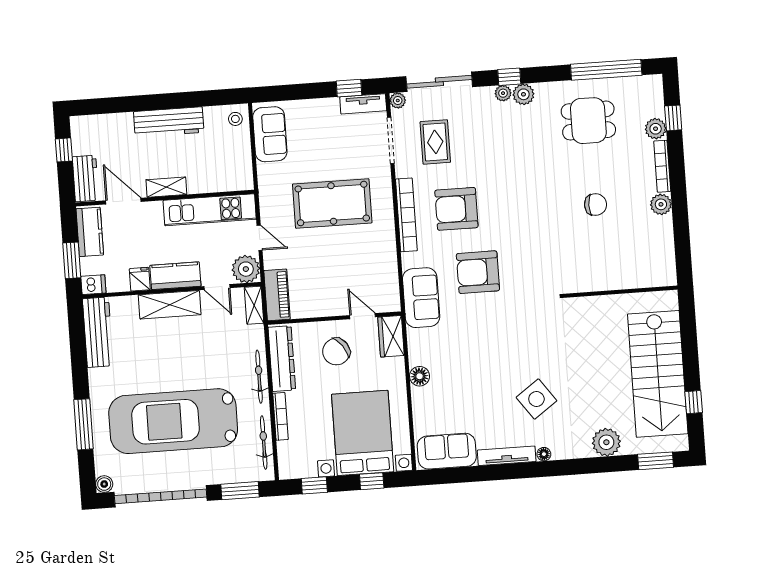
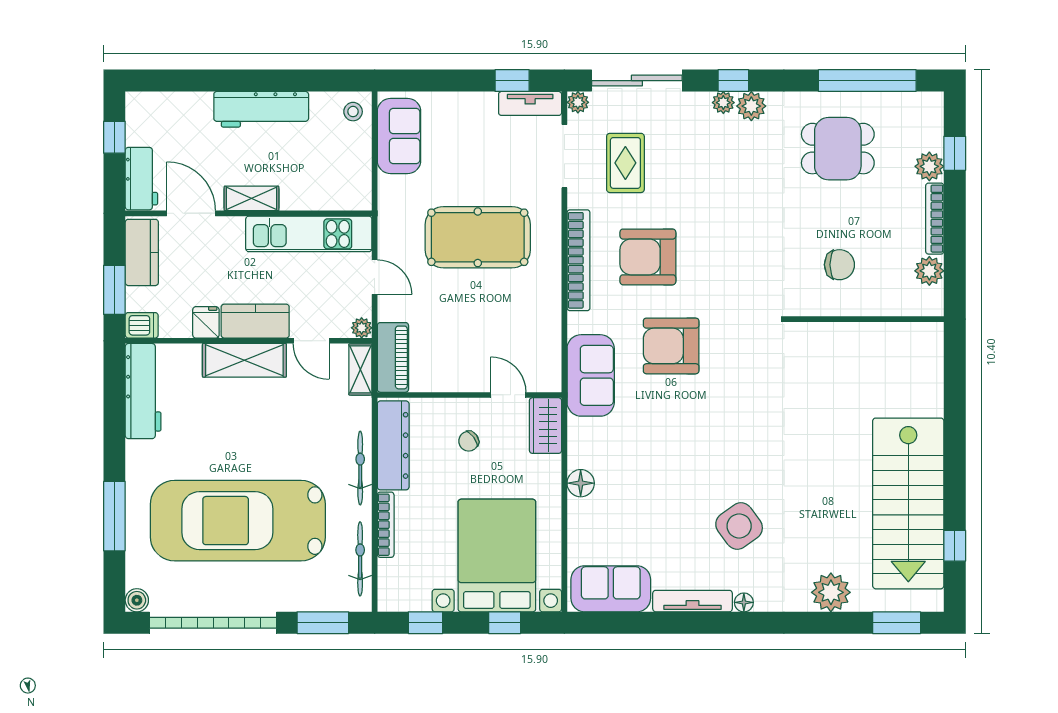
plant: (246, 269) -> (362, 328), width x0.53, depth x0.53
wall: (621, 292) -> (865, 319), moved
chair: (336, 352) -> (469, 441), width x0.54, depth x0.54

